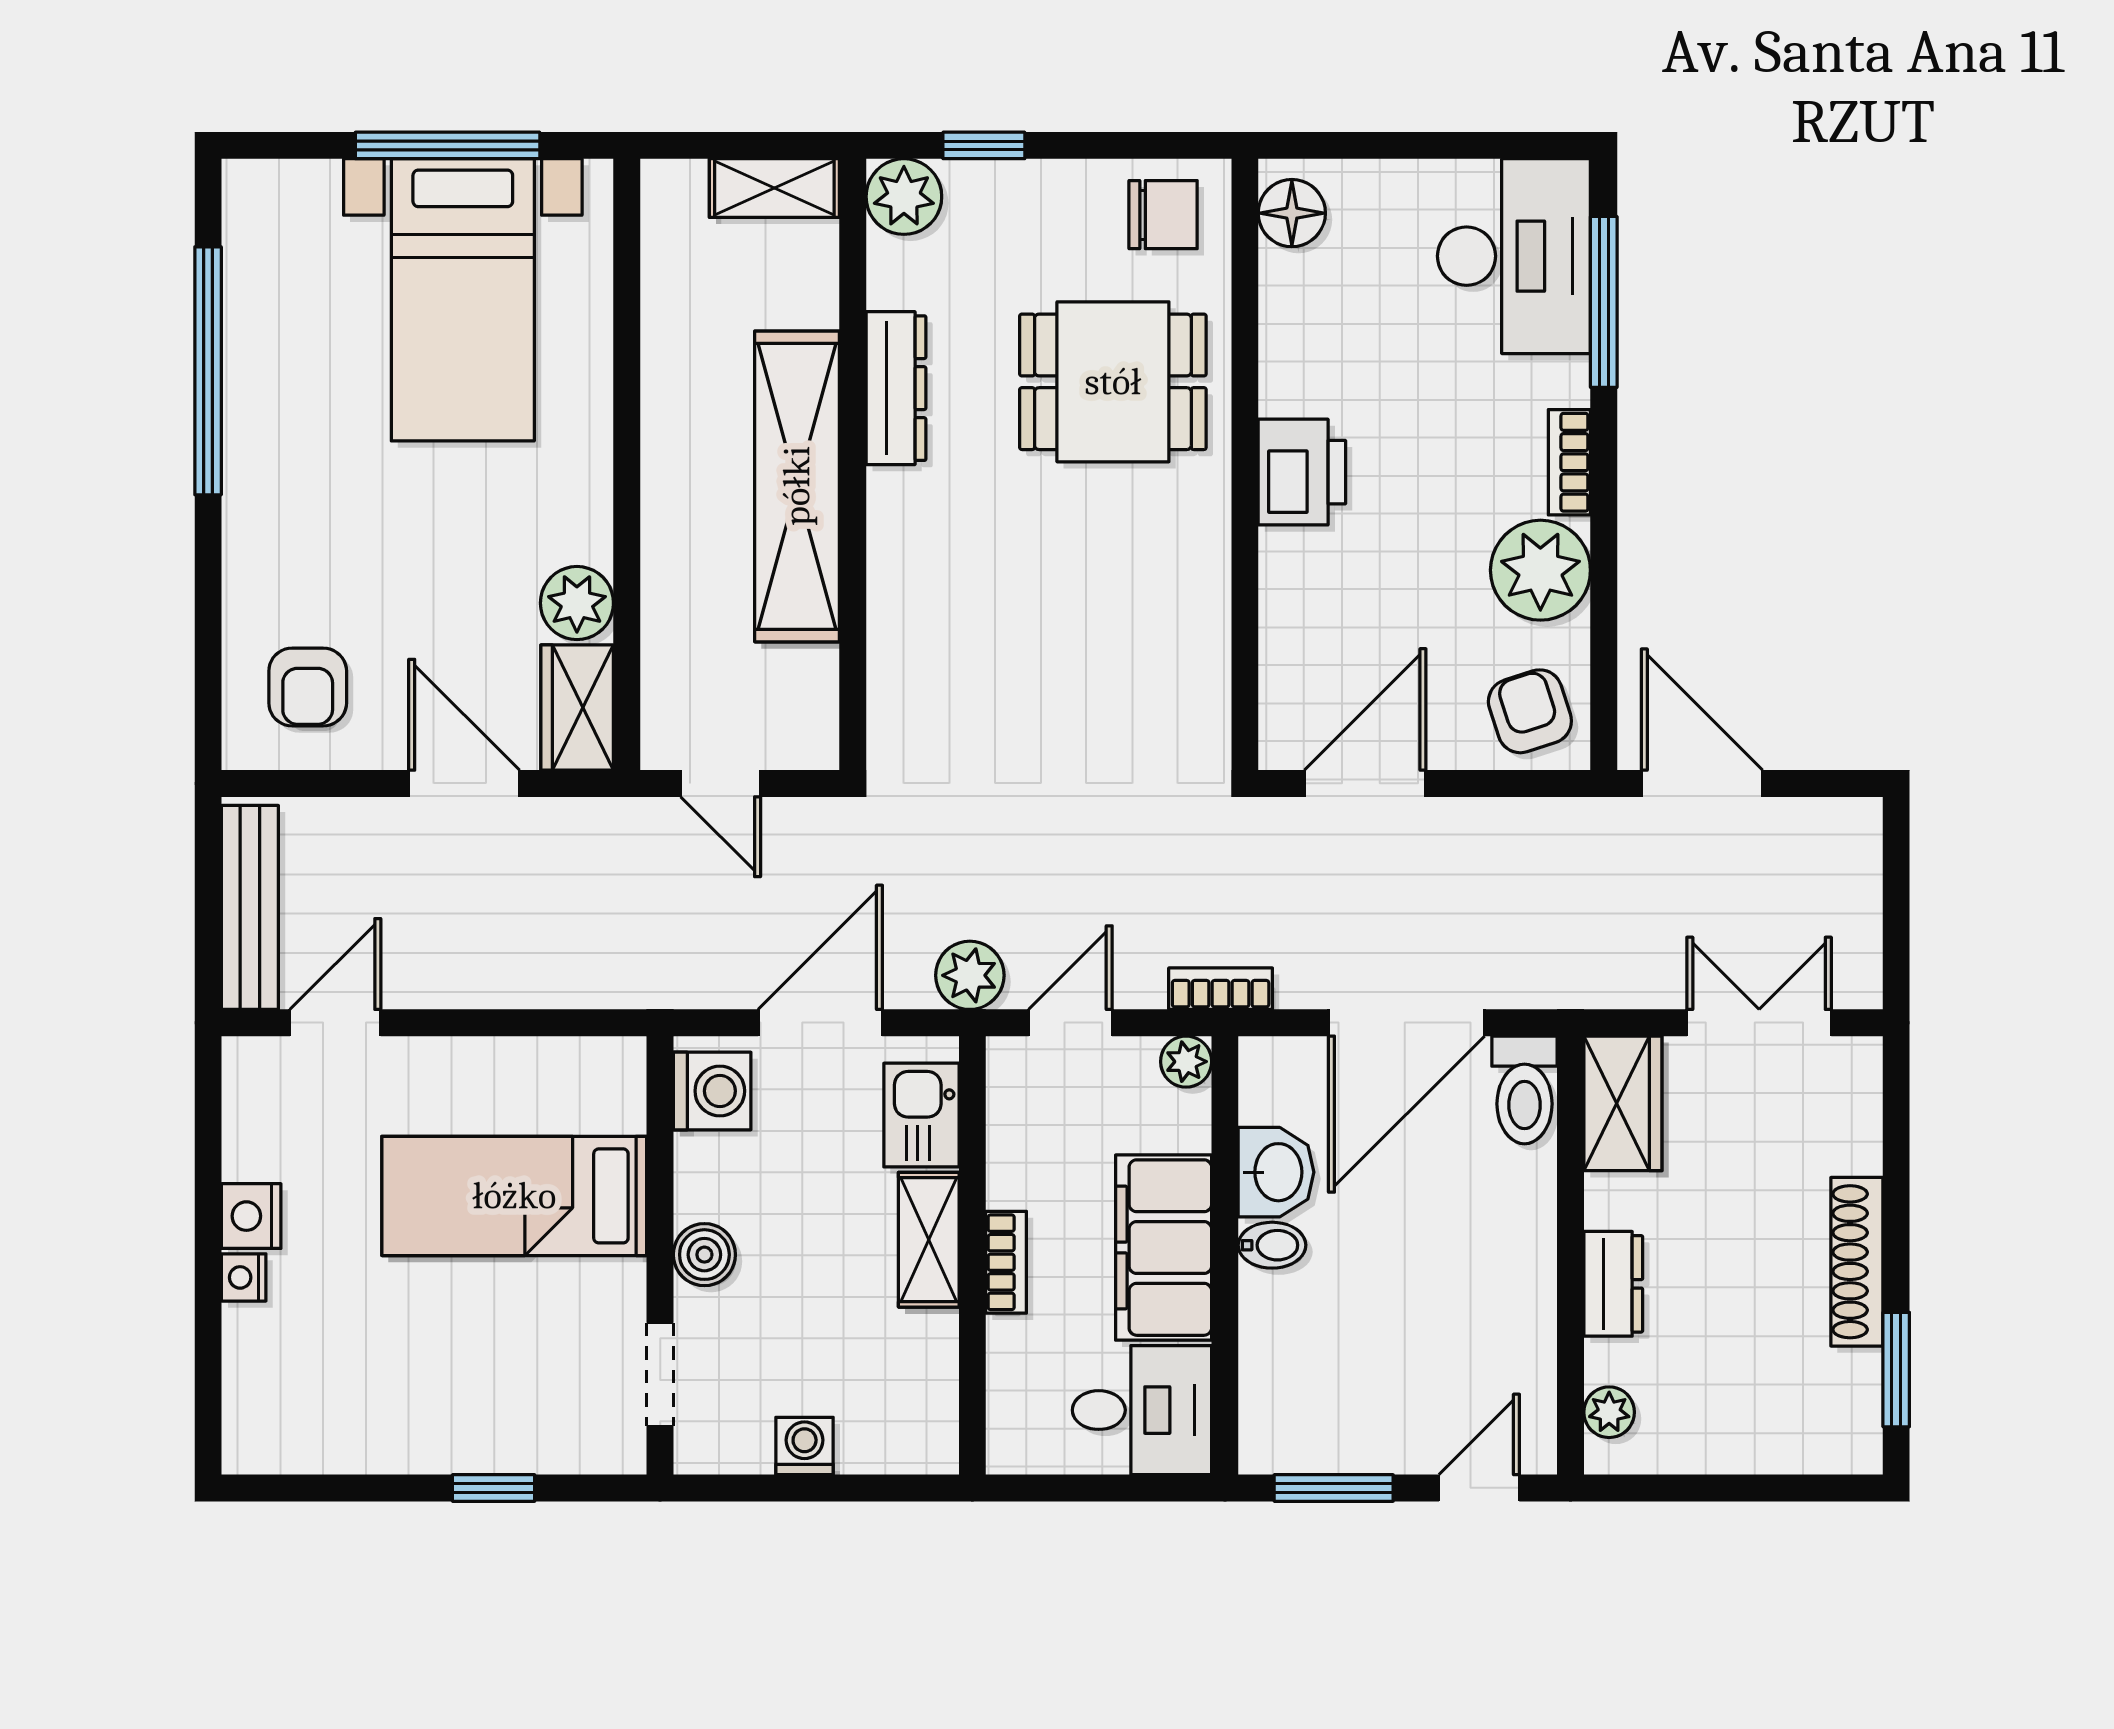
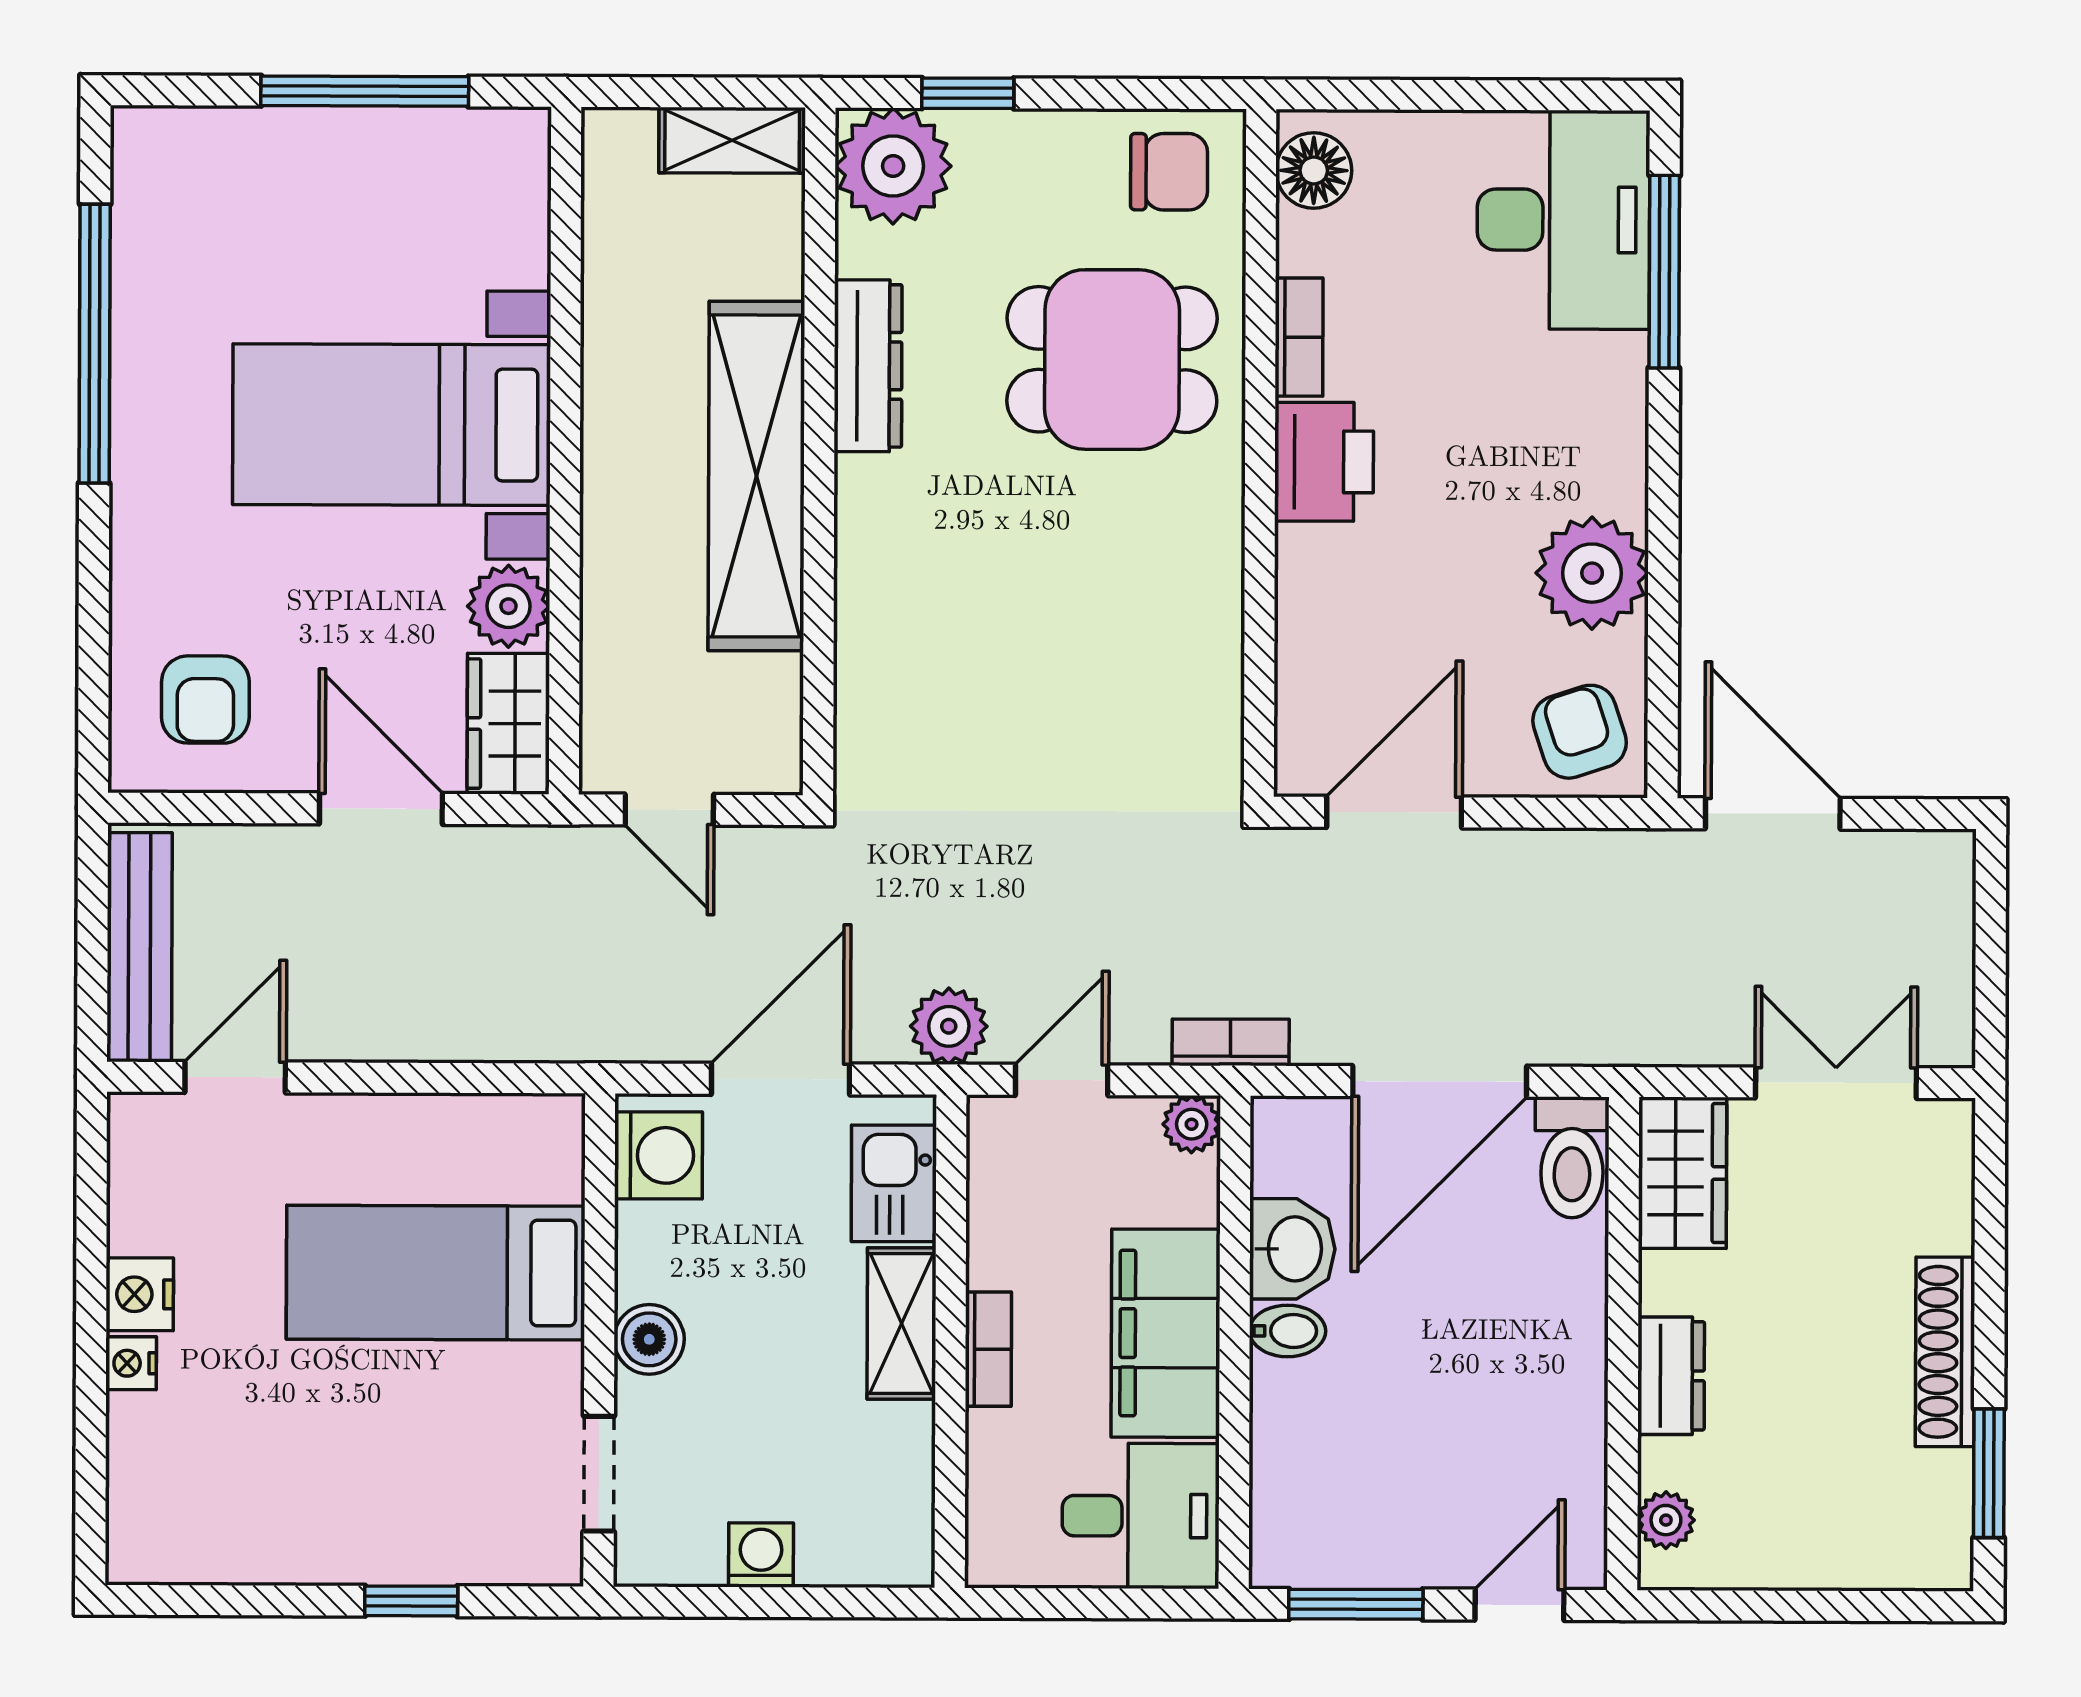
plant: (904, 197) -> (893, 166), width x1.36, depth x1.36
bed with nightstands: (463, 300) -> (392, 425), moved, turned 90
bookcase: (1569, 462) -> (1299, 337), moved, turned 180

